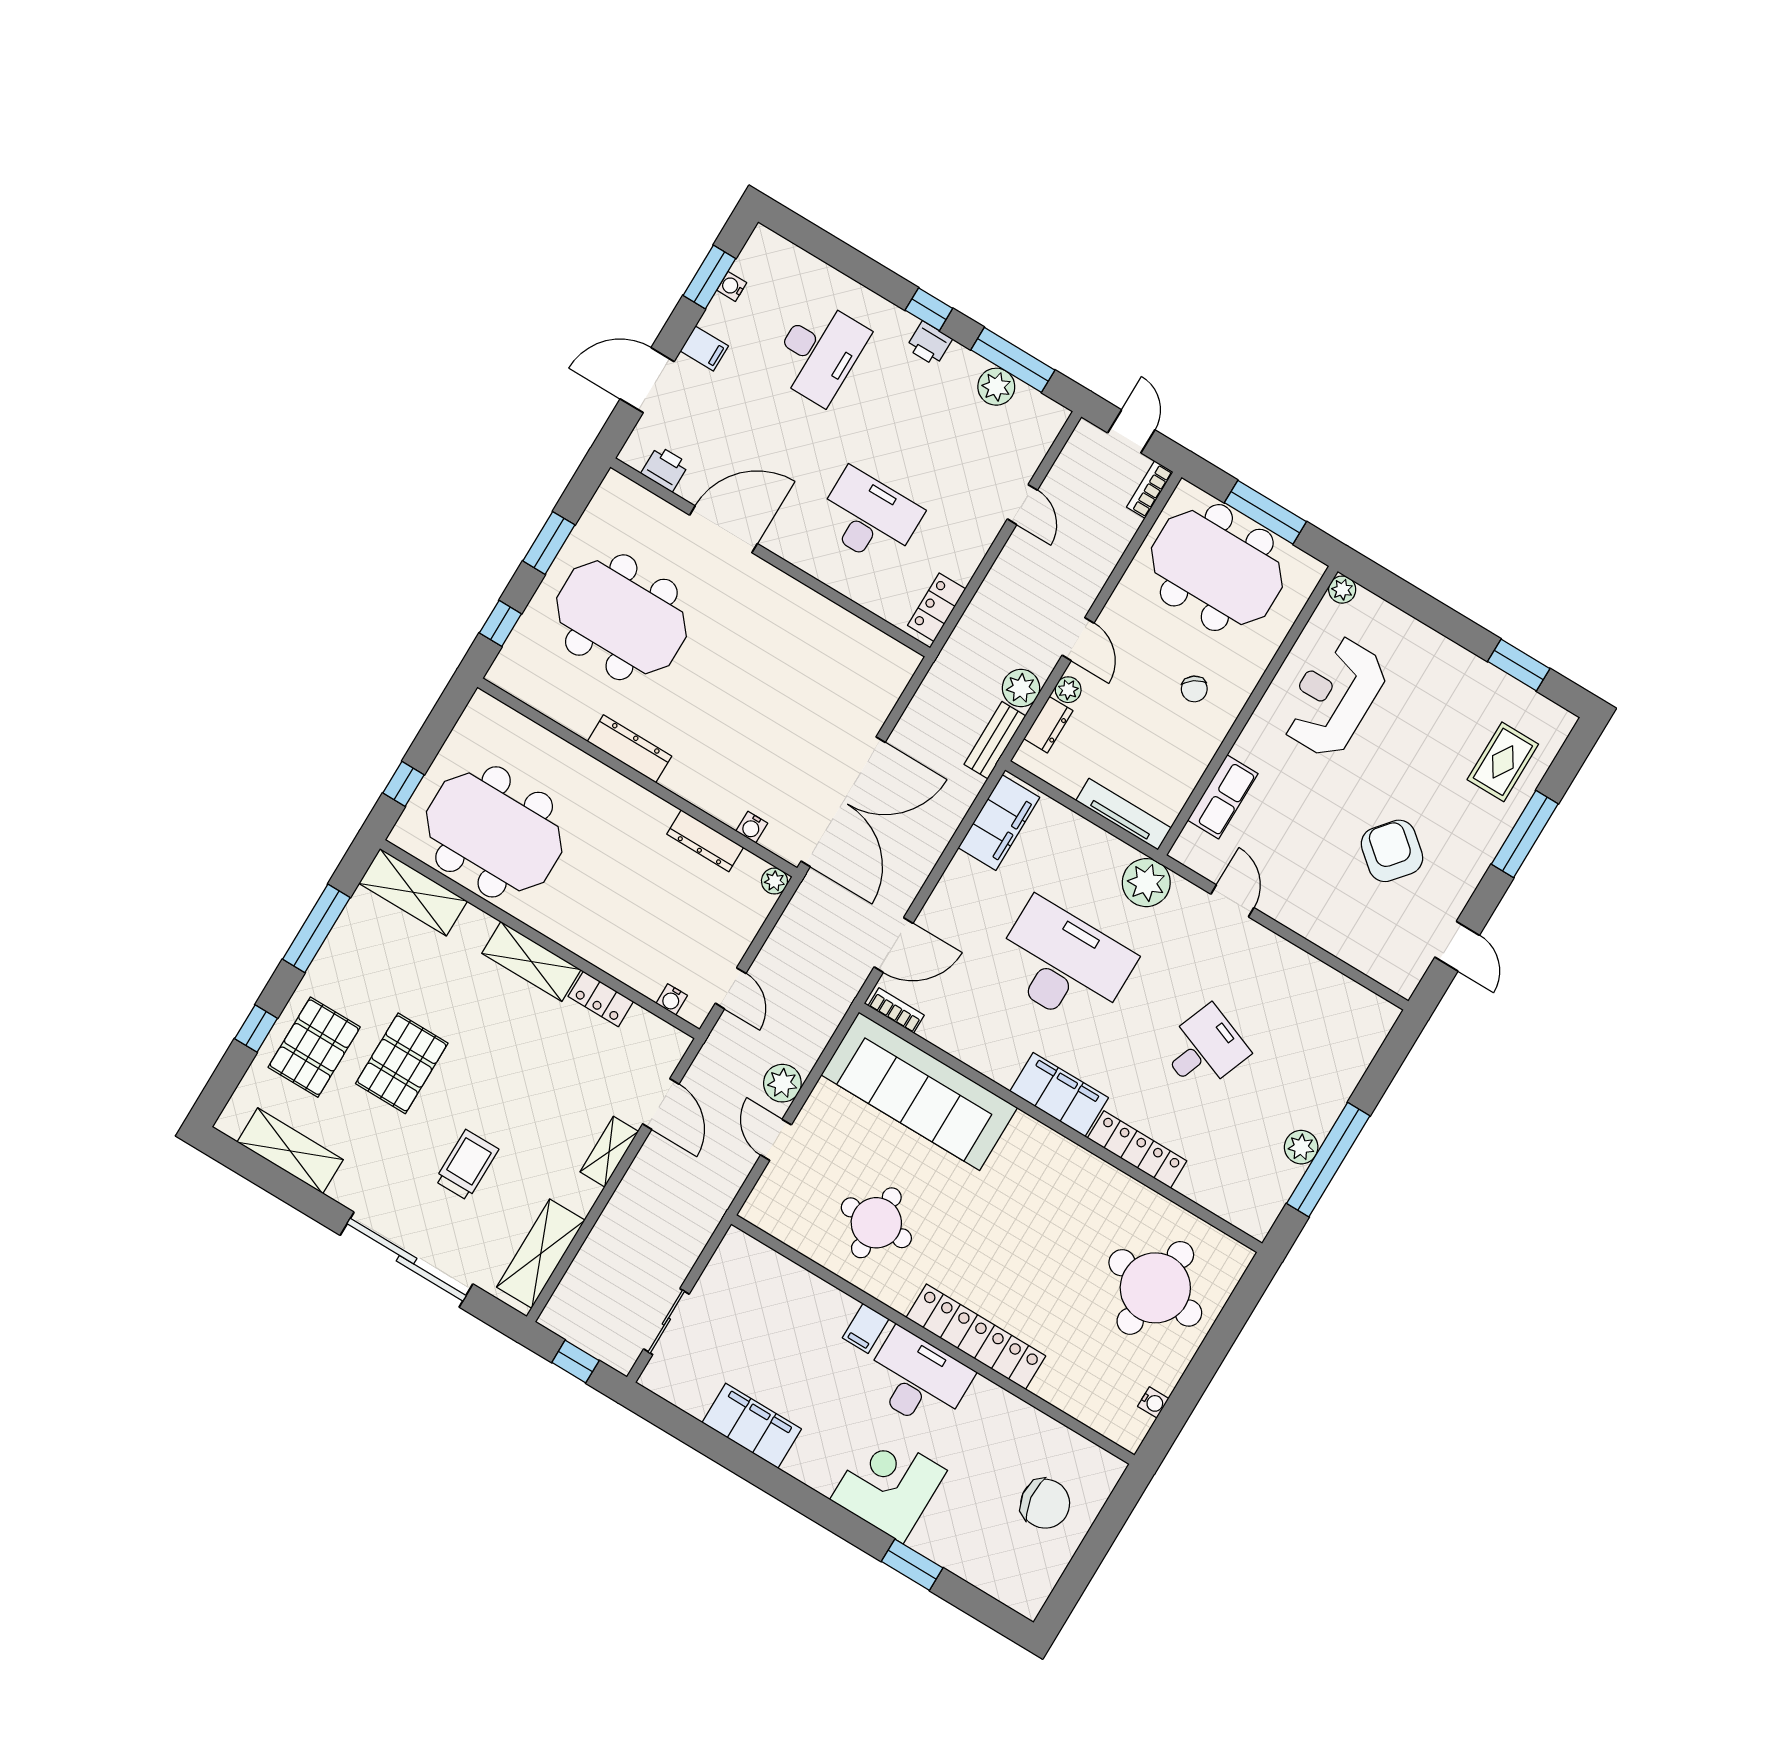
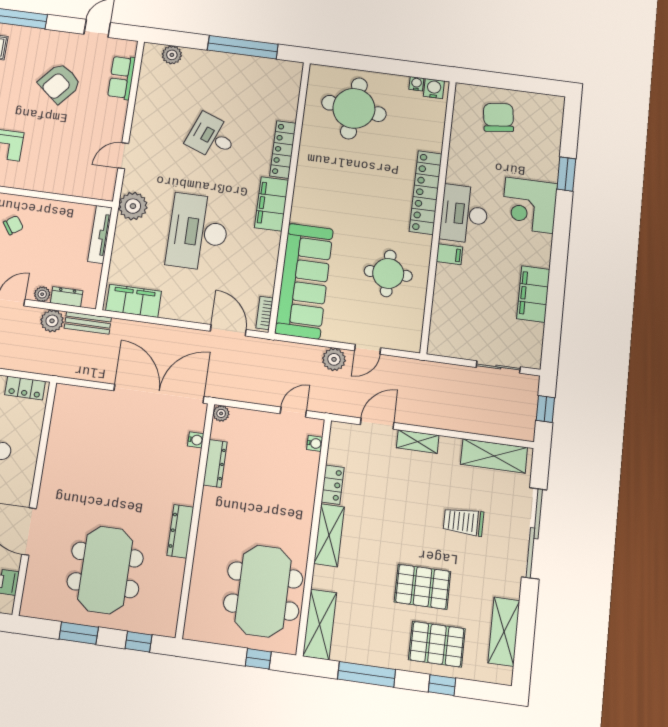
row of seats: (1223, 797) -> (122, 77), moved, turned -90
plant: (1301, 1147) -> (172, 55), moved
water cooler: (1134, 1426) -> (434, 89), added

